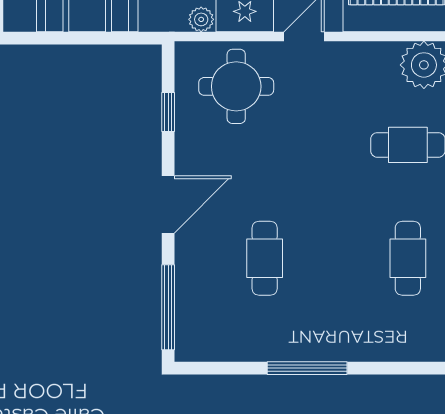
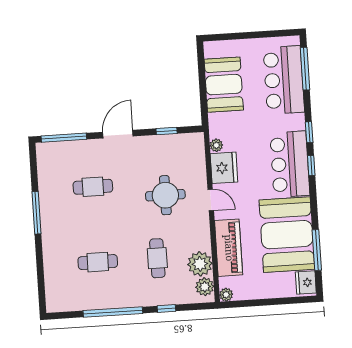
round table: (236, 86) -> (165, 195), moved
door: (168, 204) -> (118, 134), swing flipped

